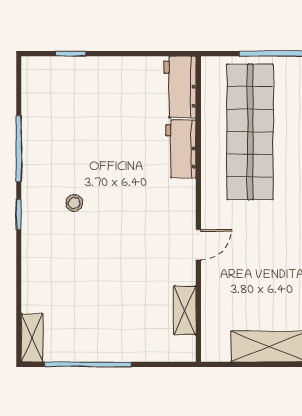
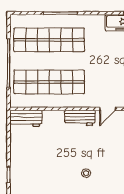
workbench: (181, 149) -> (80, 118), moved
door: (198, 245) -> (108, 109), swing flipped

